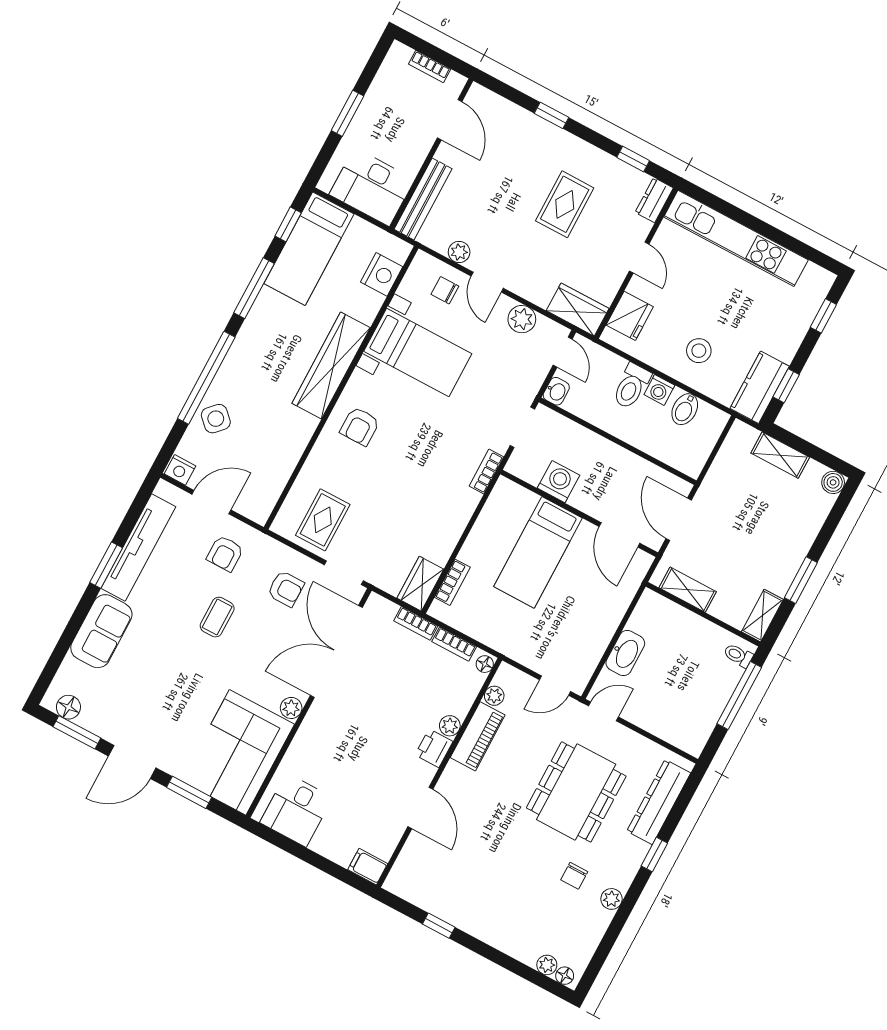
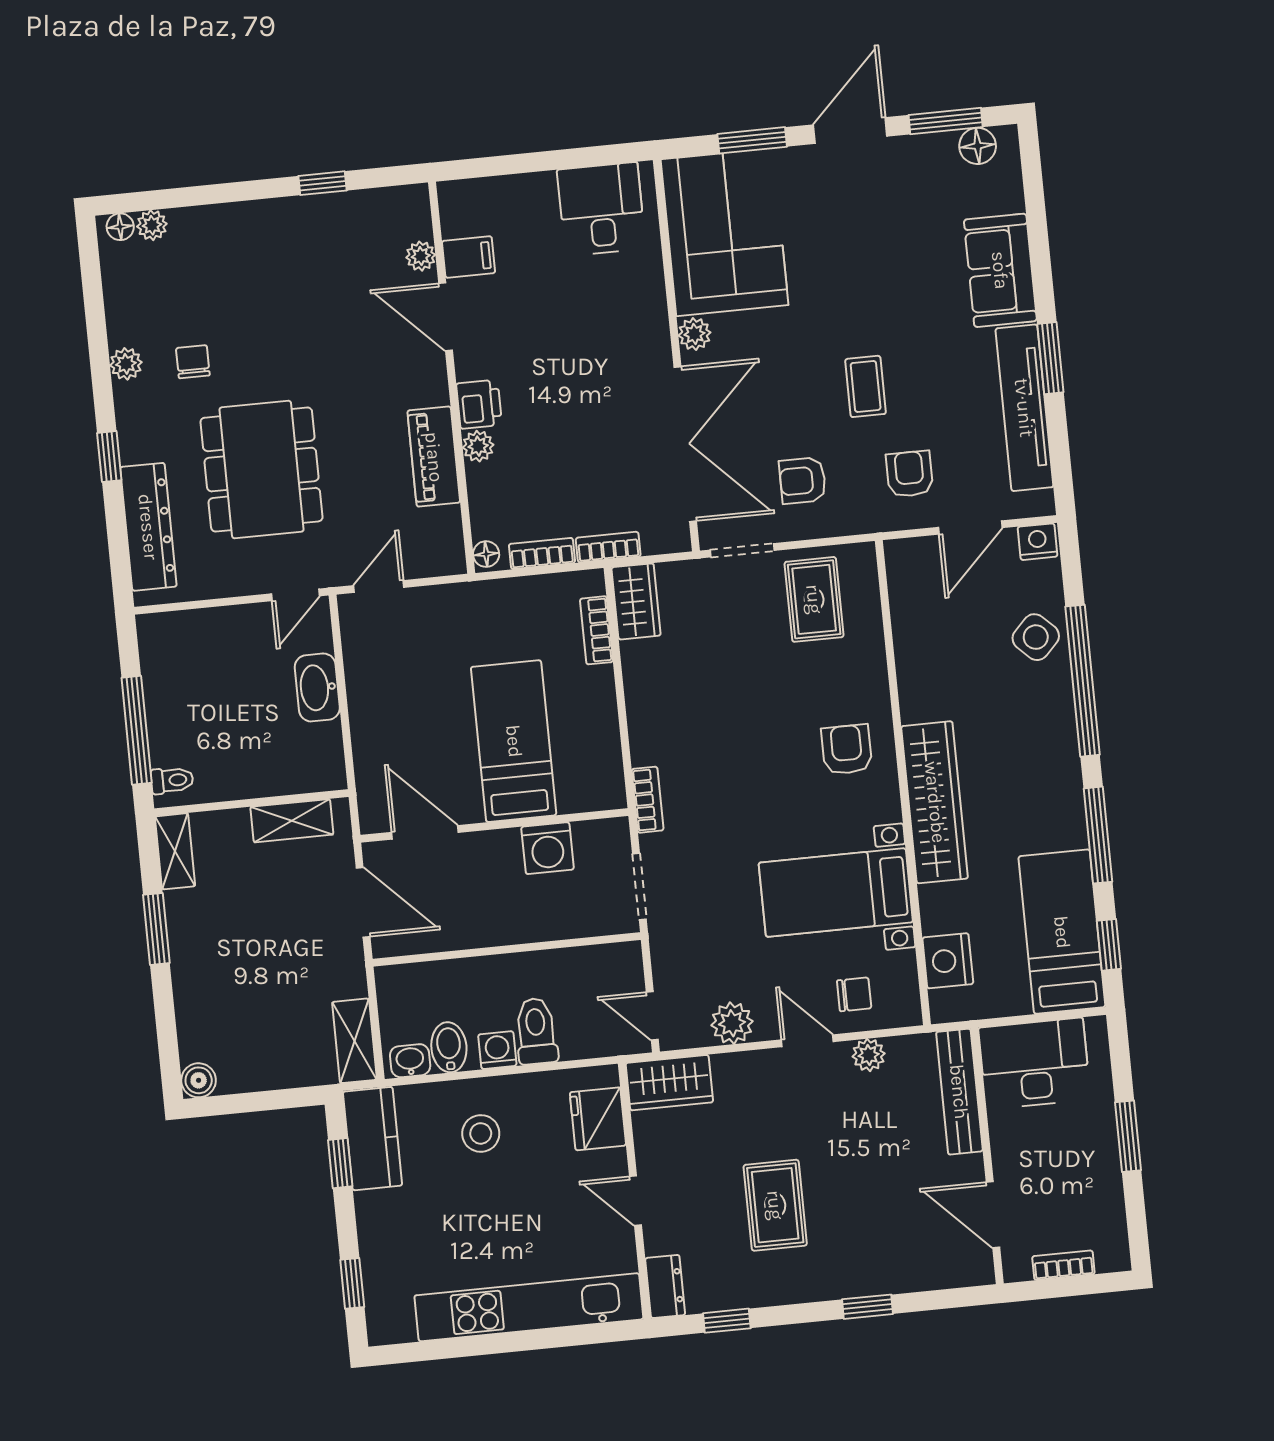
washbasin: (556, 391) -> (410, 1061), moved, turned 90
shelving: (780, 455) -> (354, 1041), moved, turned 90
plant: (494, 696) -> (421, 256), moved
filing cabinet: (368, 867) -> (469, 257), moved

